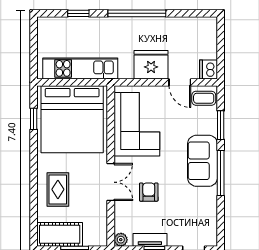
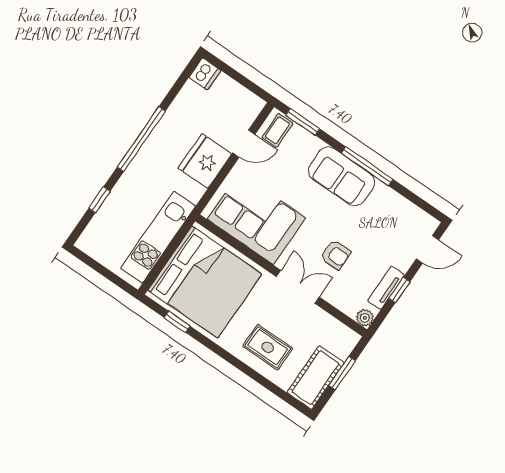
dishwasher: (208, 69) -> (205, 74), moved, turned -90
window: (221, 125) -> (303, 122), moved
armchair: (149, 192) -> (336, 255), turned 180

